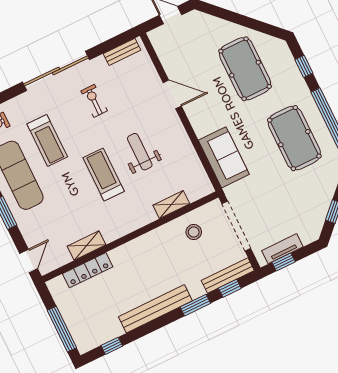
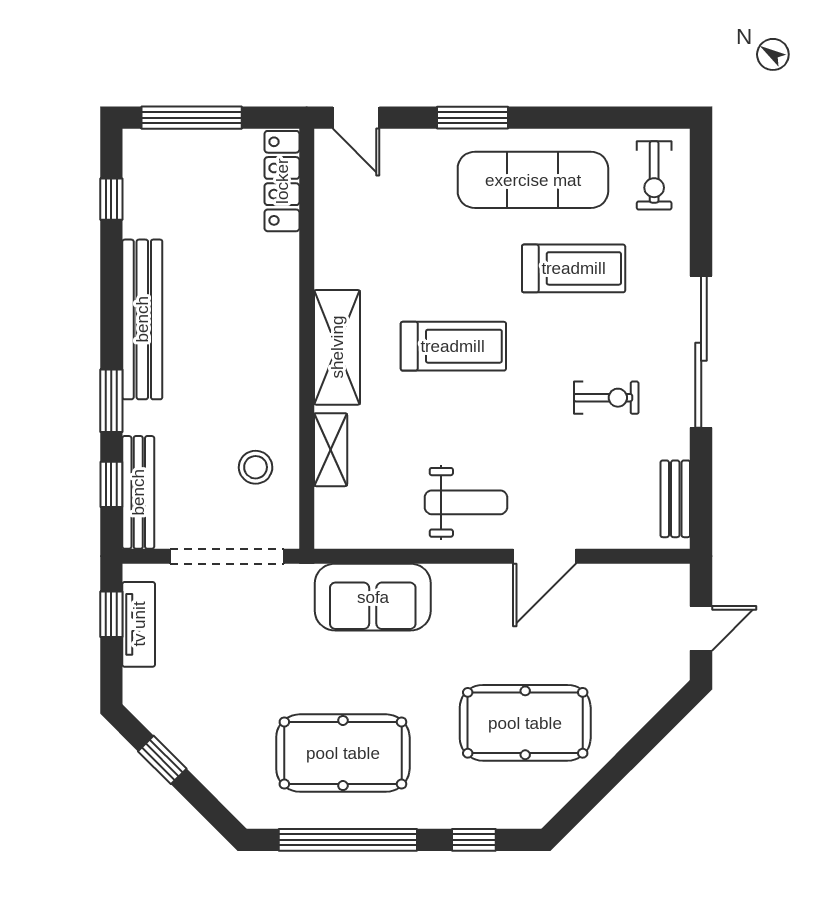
treadmill: (47, 140) -> (574, 268), turned 180
weight bench: (140, 152) -> (466, 502), moved
shelving: (87, 245) -> (337, 347), moved, width x1.50, depth x1.33
locker: (88, 270) -> (282, 181), moved

